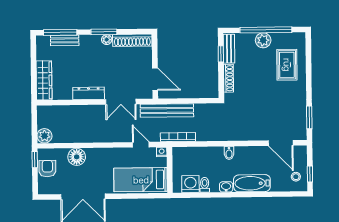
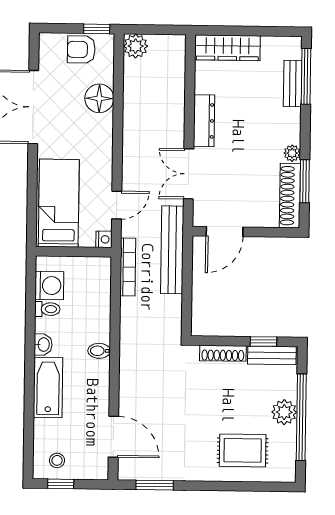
window: (104, 32) -> (305, 181), moved
door: (281, 143) -> (113, 437), swing flipped
armchair: (47, 169) -> (81, 49), turned 180

